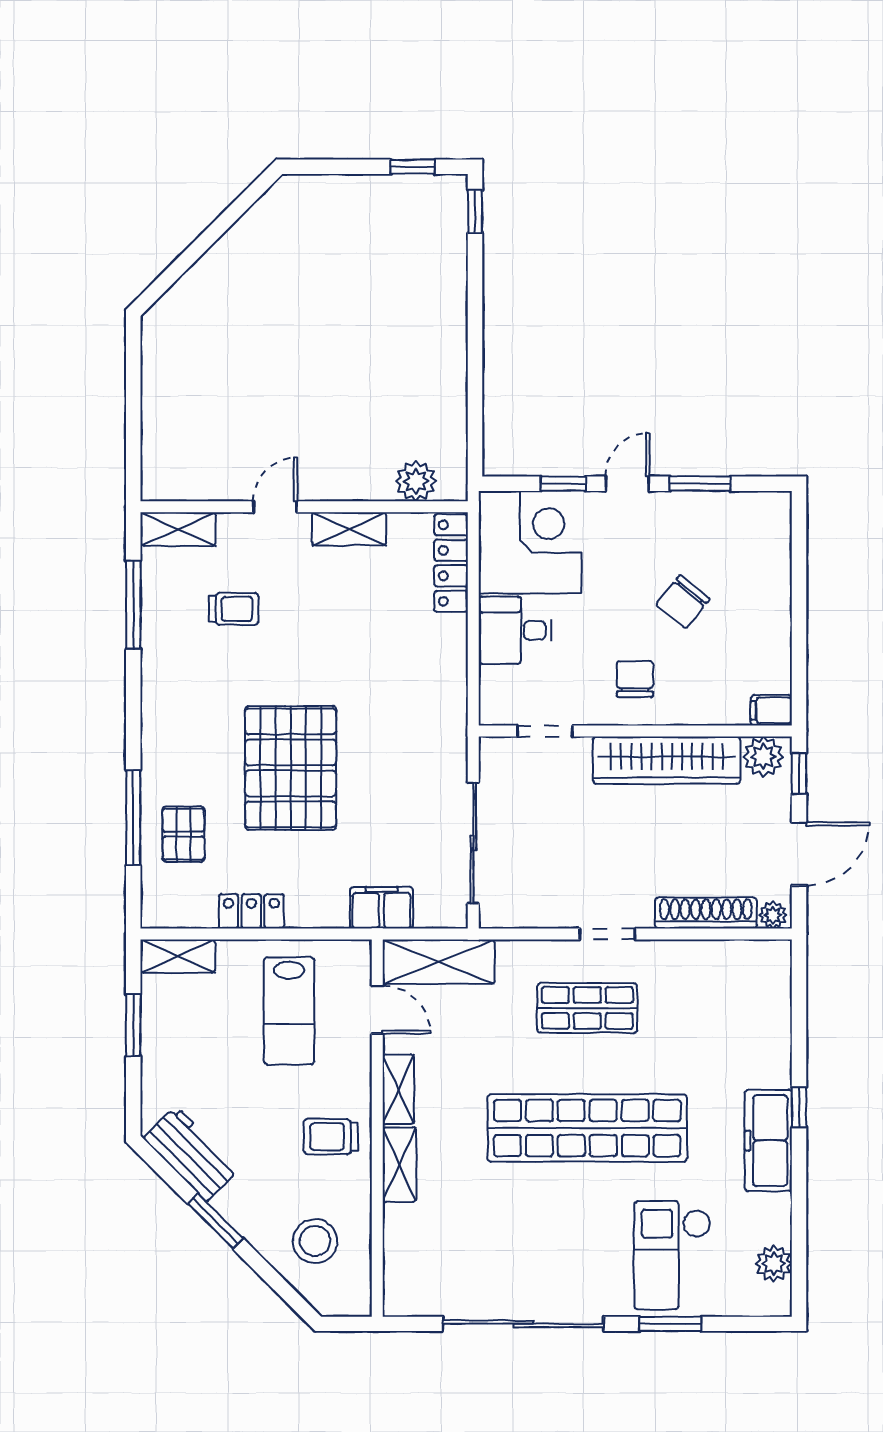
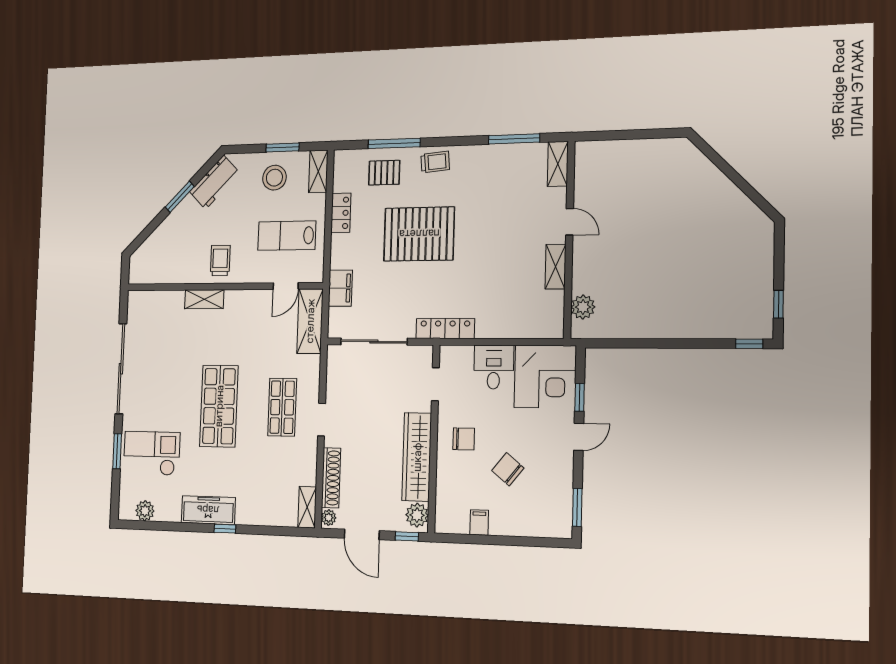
door: (627, 484) -> (579, 437), hinge flipped
window: (700, 484) -> (577, 507), moved
locker: (451, 563) -> (445, 329), moved
trolley: (233, 609) -> (435, 162), moved, turned -95
filing cabinet: (771, 710) -> (479, 522), moved
shelving: (398, 1089) -> (307, 507), moved, turned 90
shop shelf: (587, 1128) -> (219, 406), width x0.71
stool: (315, 1241) -> (274, 178), moved

